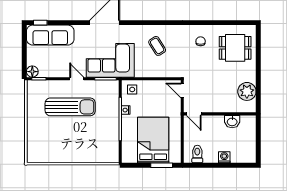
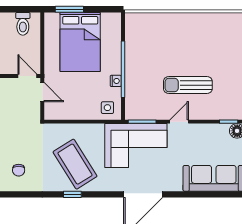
window: (40, 23) -> (72, 194), moved
coffee table: (157, 46) -> (75, 164), width x1.86, depth x1.72
door: (77, 79) -> (179, 122), swing flipped
door: (182, 91) -> (42, 92), moved
sun lounger: (70, 107) -> (188, 85), width x0.73, depth x0.75

